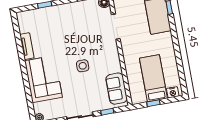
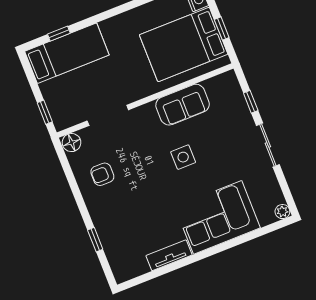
armchair: (82, 17) -> (102, 174), added
bed: (153, 78) -> (184, 44), width x1.50
sofa: (117, 89) -> (183, 105), moved

